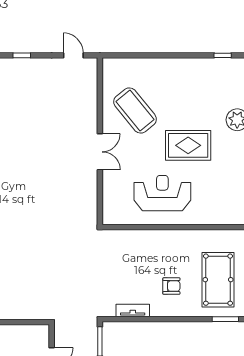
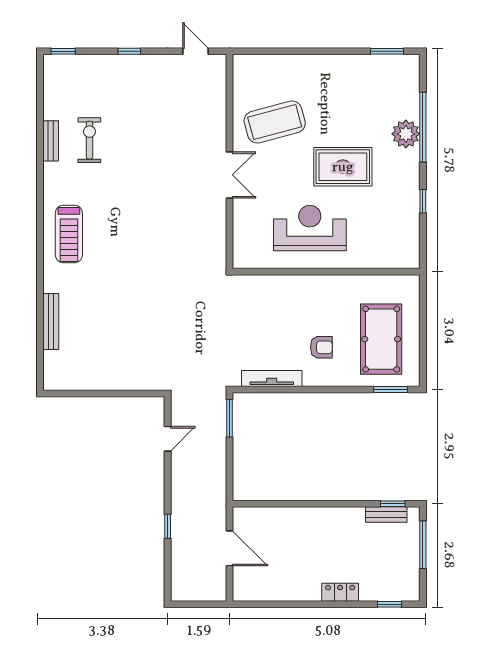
window: (223, 55) -> (387, 51), width x1.50
coffee table: (135, 111) -> (275, 122), turned -66
tv unit: (133, 310) -> (272, 379), width x1.41

